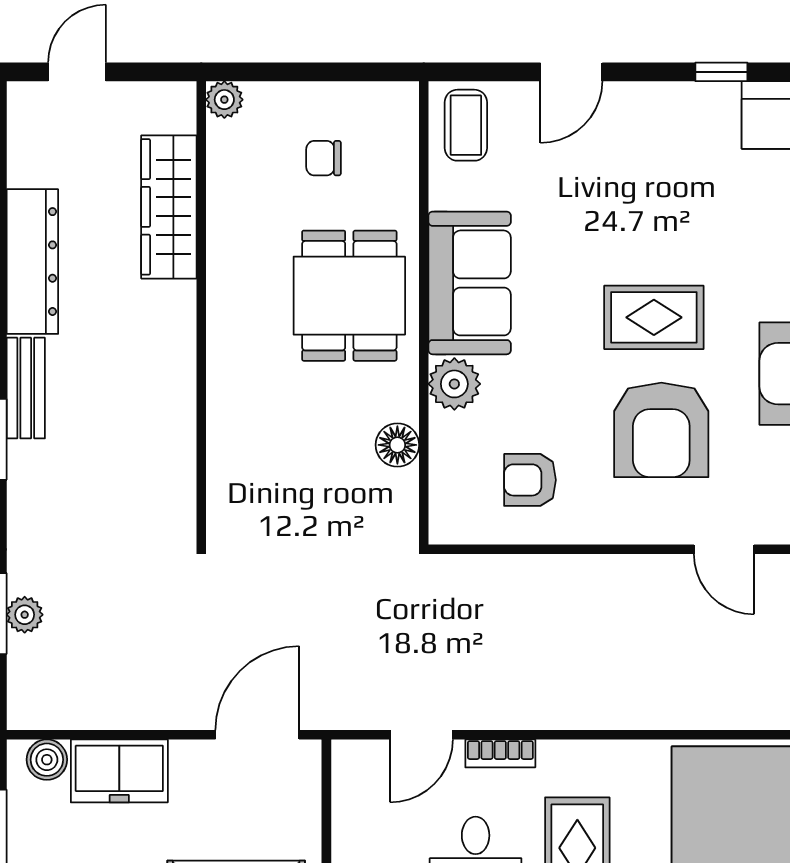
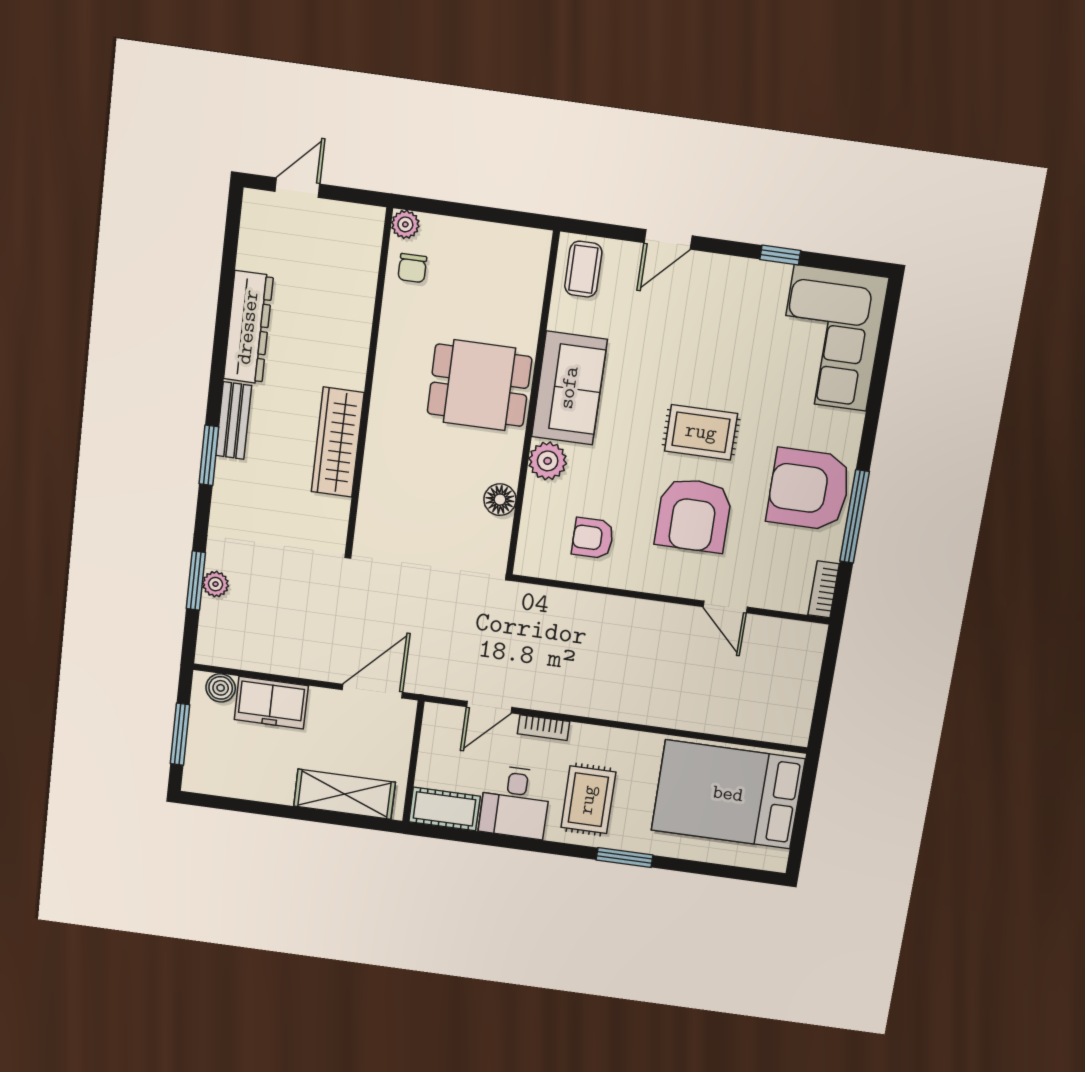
chair: (324, 158) -> (412, 268), moved, turned -90
wardrobe: (169, 207) -> (338, 442), moved
dining table: (349, 296) -> (479, 385), turned 90

